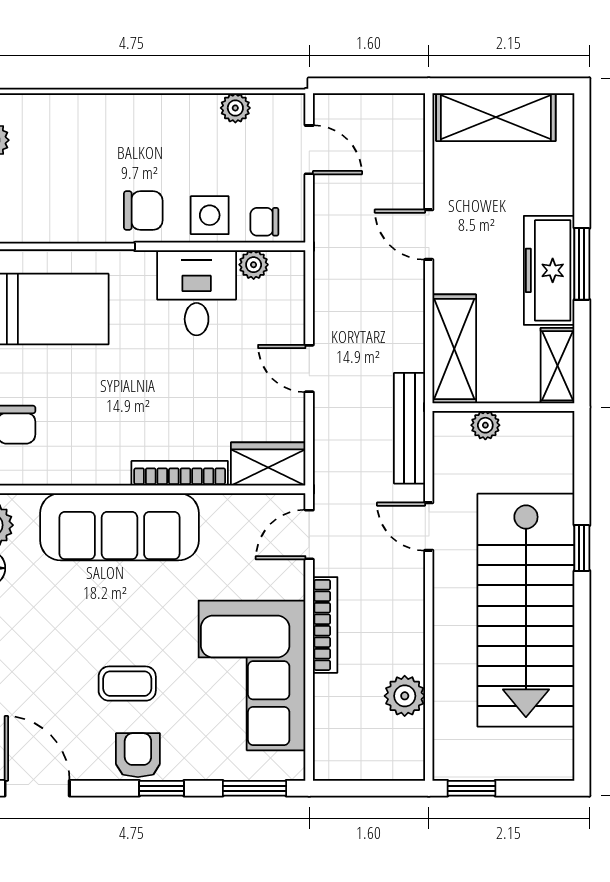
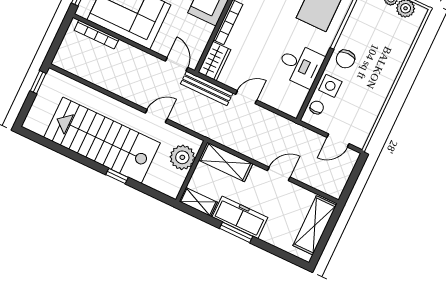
plant: (235, 108) -> (370, 118), removed
plant: (254, 265) -> (301, 94), removed
plant: (485, 425) -> (182, 157), width x1.88, depth x1.88
bench: (410, 428) -> (207, 88), moved
bookcase: (325, 625) -> (97, 35), moved
plant: (405, 696) -> (90, 72), removed

